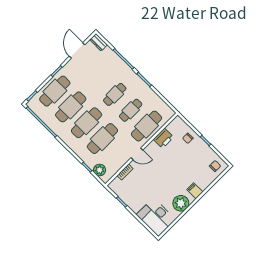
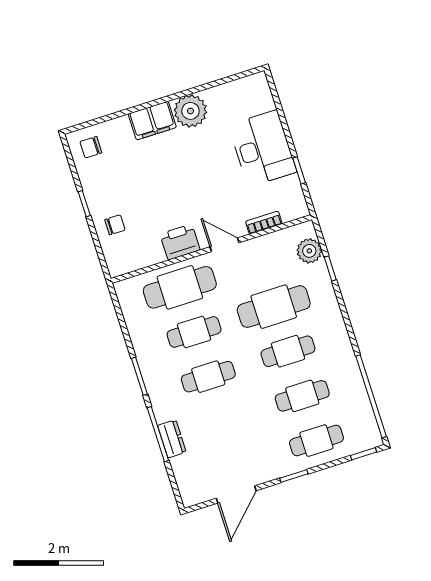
dresser: (99, 42) -> (172, 439), moved
cafe table: (55, 91) -> (316, 441), width x0.73, depth x0.74
cafe table: (71, 107) -> (302, 396), width x0.73, depth x0.74
cafe table: (87, 123) -> (288, 351), width x0.73, depth x0.74
printer: (164, 138) -> (180, 242), moved
filing cabinet: (195, 191) -> (152, 121), width x2.00
desk: (156, 217) -> (262, 148), moved

